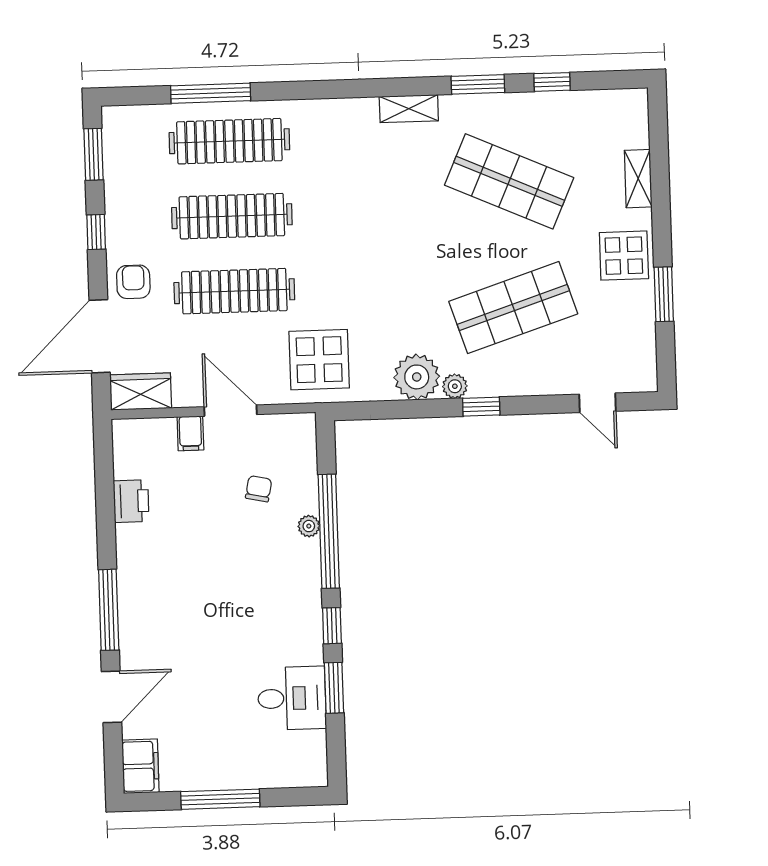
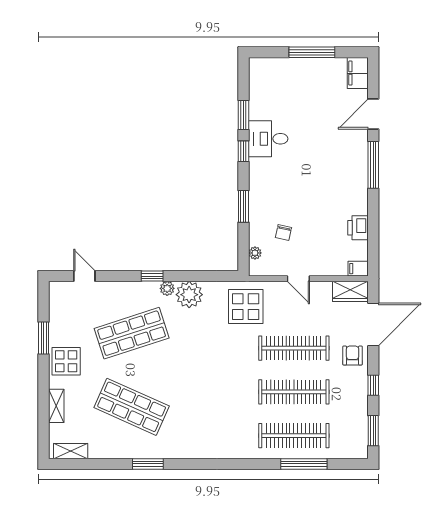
window: (552, 82) -> (105, 464), removed
shelving: (409, 109) -> (71, 451), moved
armchair: (133, 282) -> (353, 356), turned 180
door: (231, 411) -> (298, 279), width x0.73
filing cabinet: (190, 433) -> (358, 269), moved, turned -90
plant: (309, 526) -> (255, 253), moved
window: (329, 531) -> (243, 206), width x0.47
desk: (292, 698) -> (268, 139), moved

